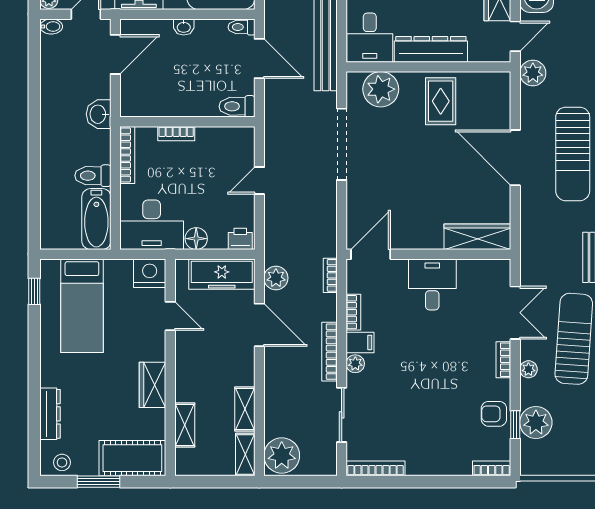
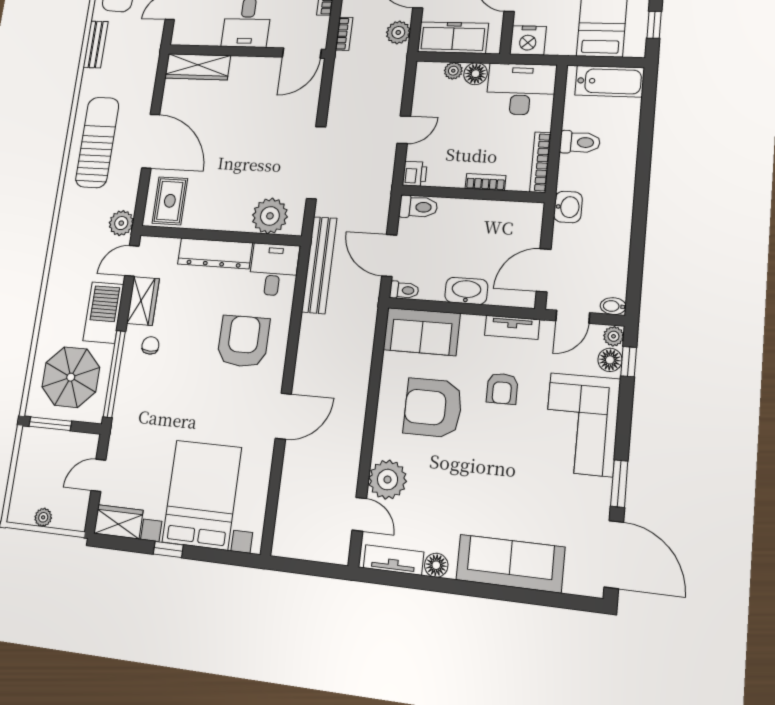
washbasin: (184, 27) -> (466, 291), width x1.91, depth x1.45
rug: (441, 101) -> (170, 201), moved
bathtub: (96, 219) -> (610, 81), moved, turned 90
printer: (240, 239) -> (415, 174), moved, turned -90
plant: (218, 241) -> (453, 71), added

